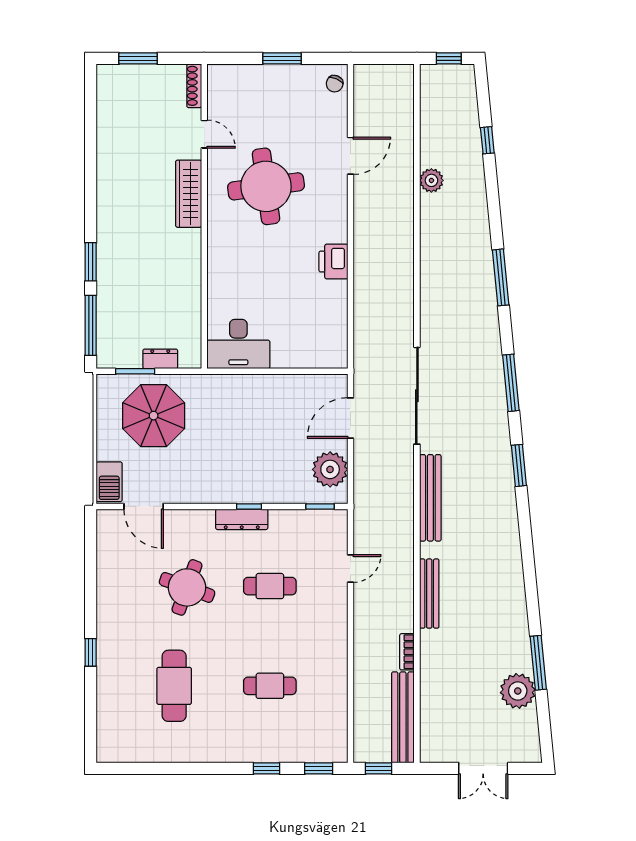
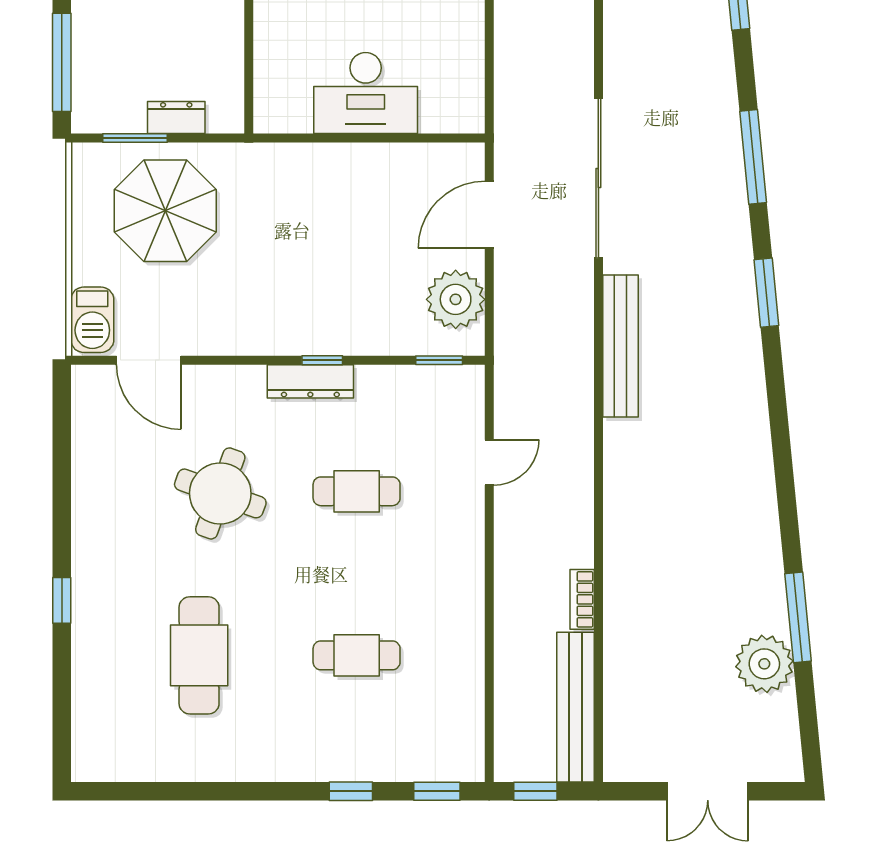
desk: (238, 344) -> (366, 93), moved
bench: (429, 594) -> (619, 504), removed

